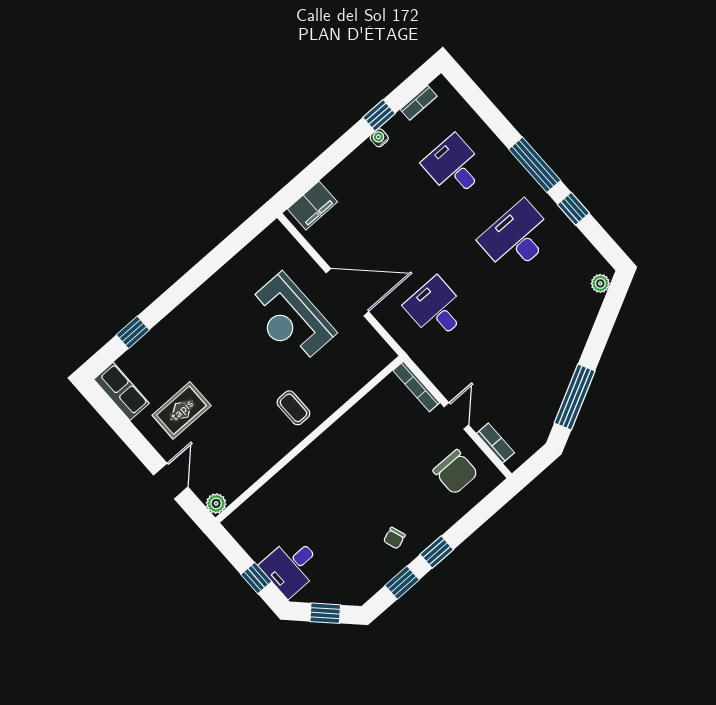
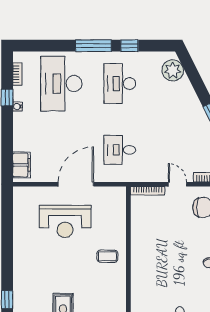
desk: (454, 166) -> (61, 84), width x1.87, depth x1.30
plant: (600, 283) -> (173, 70), width x1.88, depth x1.88

